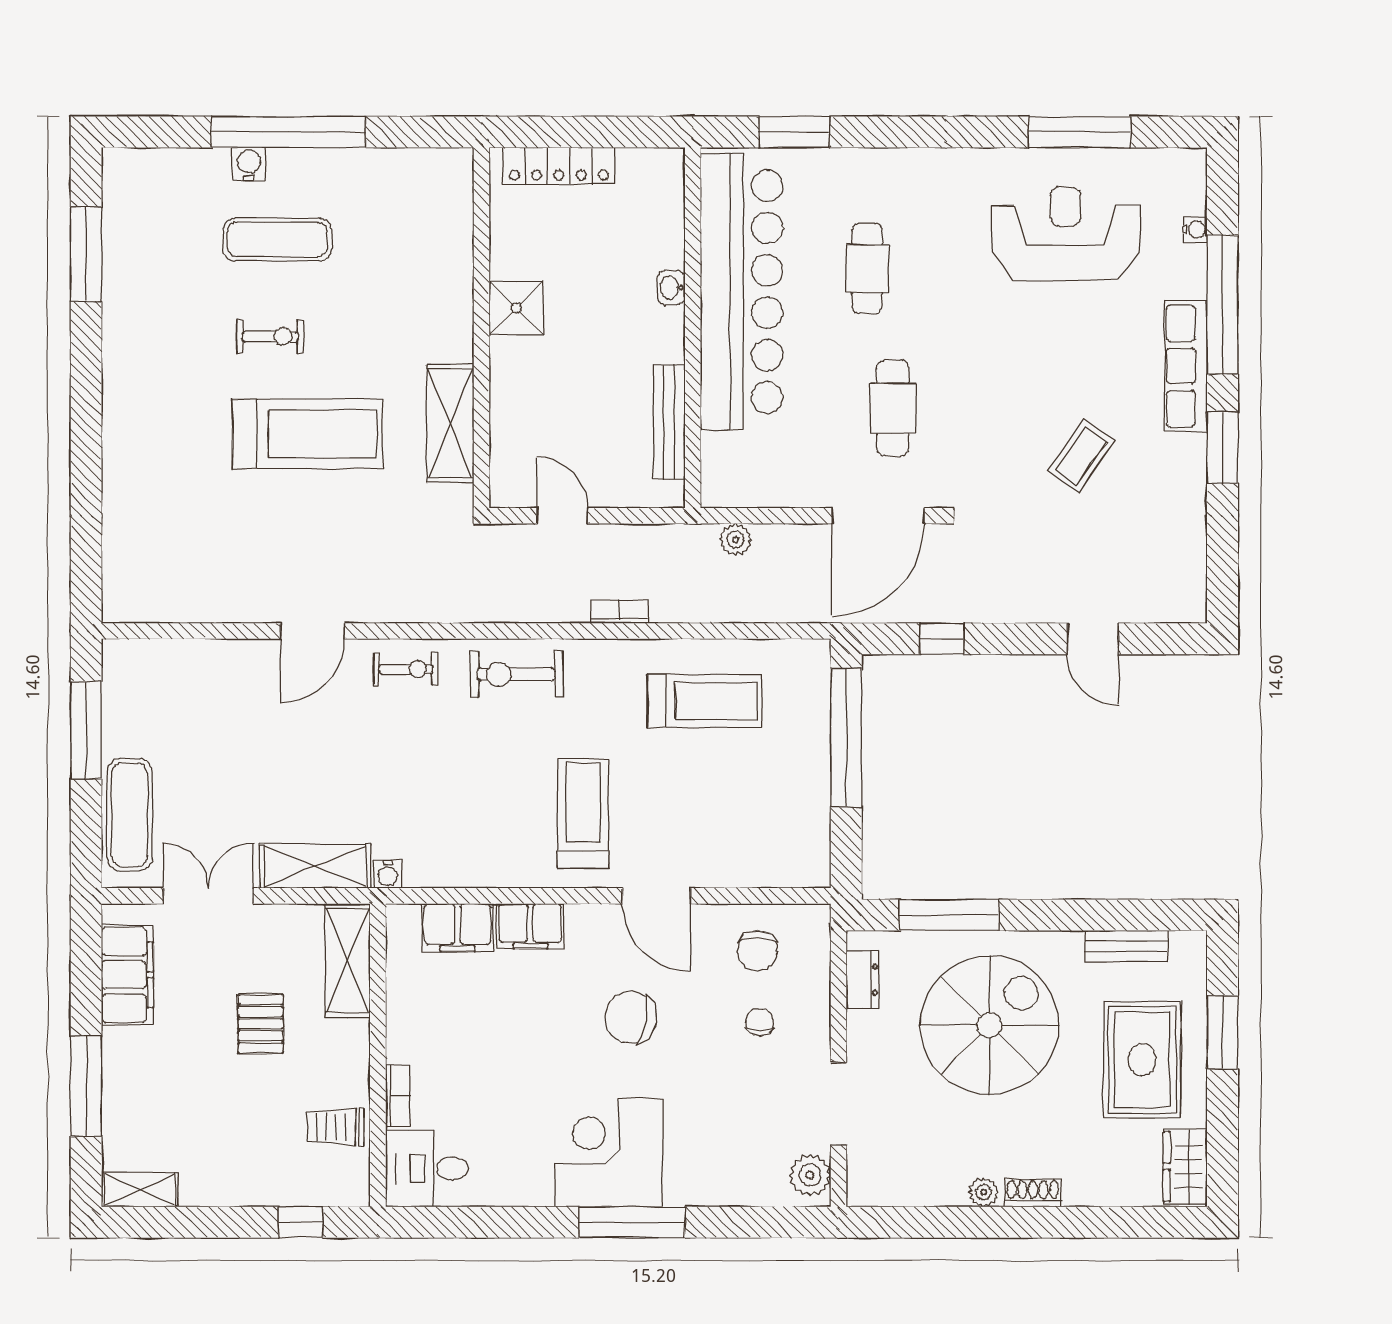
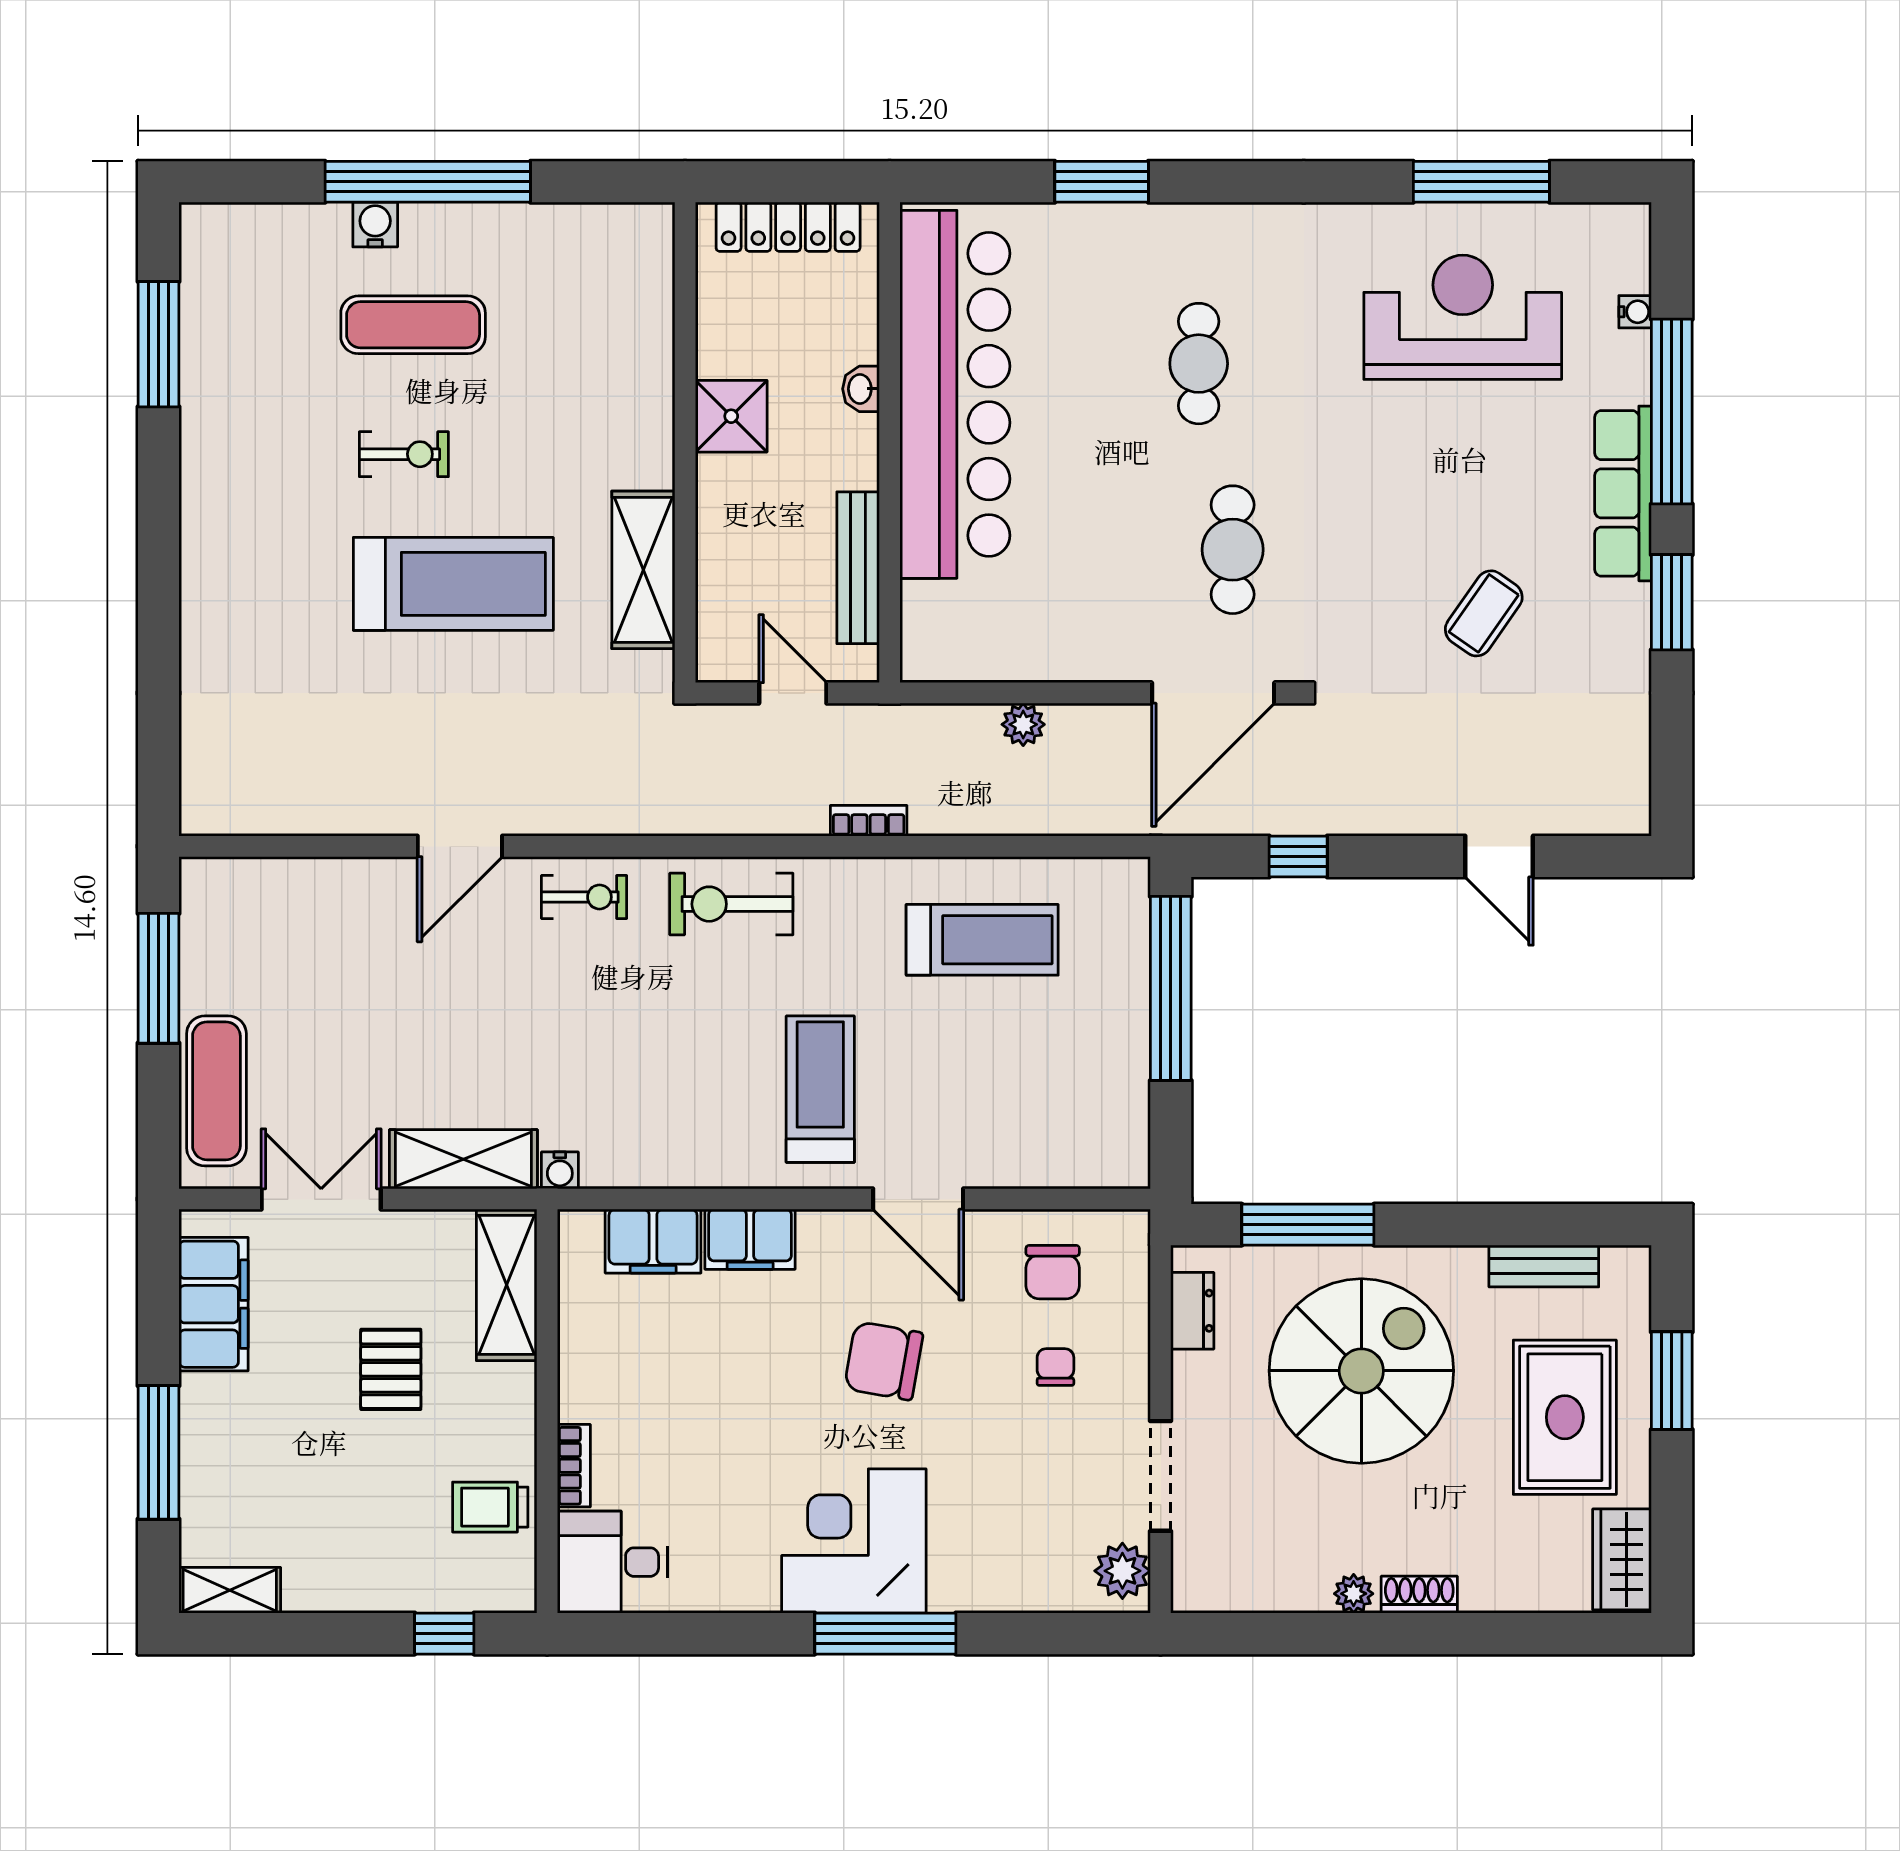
washbasin: (671, 288) -> (861, 389), moved
bar counter: (742, 292) -> (955, 394), moved
wall: (693, 328) -> (890, 442), moved
bench: (669, 422) -> (858, 568), moved

